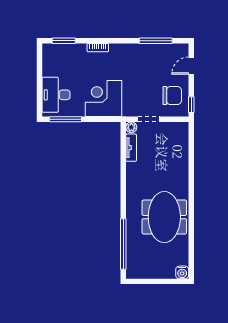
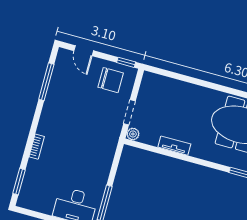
chair: (172, 96) -> (111, 80), turned 90
corner desk: (103, 99) -> (93, 156), removed
tv unit: (131, 148) -> (174, 146), moved

